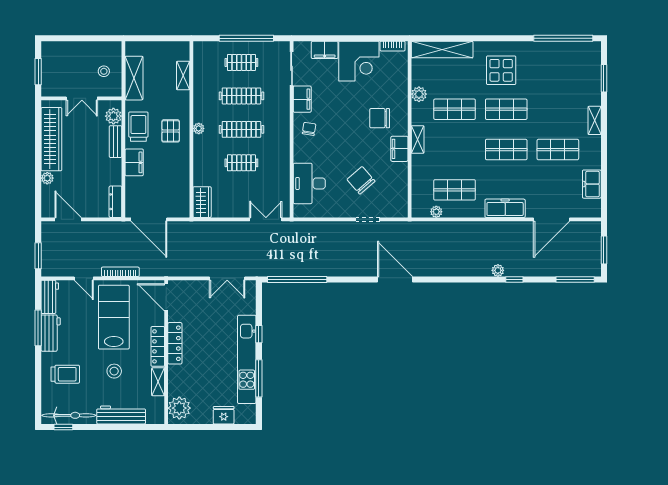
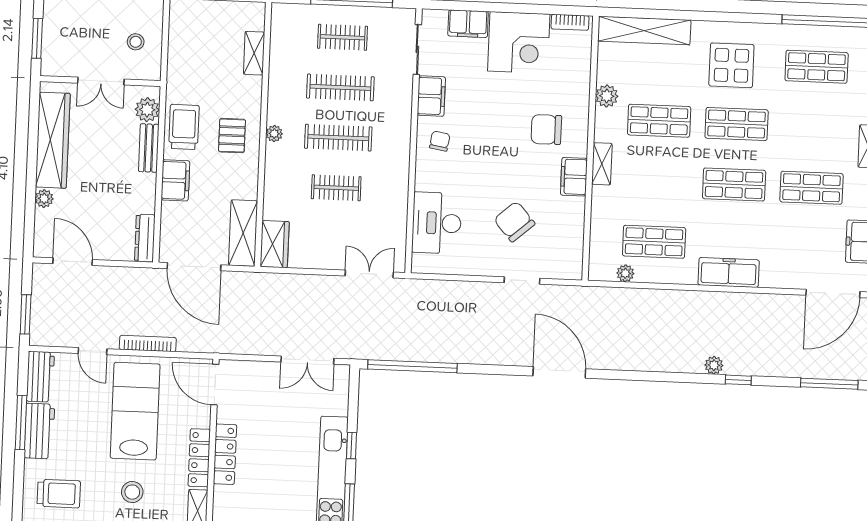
shop shelf: (558, 69) -> (817, 67), added
shelving: (134, 78) -> (243, 233), moved
door: (552, 219) -> (833, 293), moved

